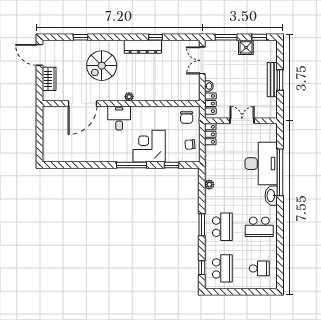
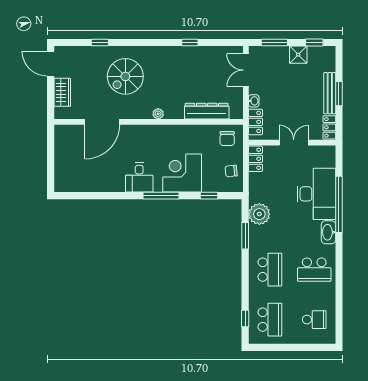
dresser: (143, 47) -> (207, 111), moved, turned 180
locker: (272, 108) -> (329, 127), added
desk: (119, 118) -> (139, 178), moved, turned 180
plant: (209, 185) -> (259, 214), width x1.87, depth x1.87
window: (202, 225) -> (245, 236), moved

